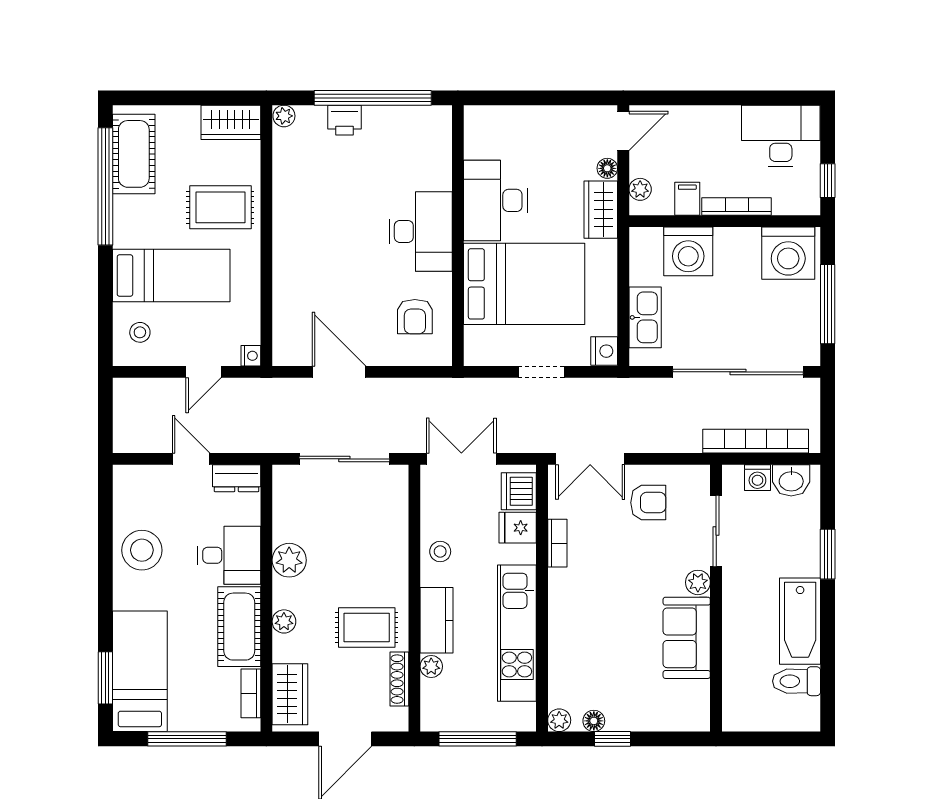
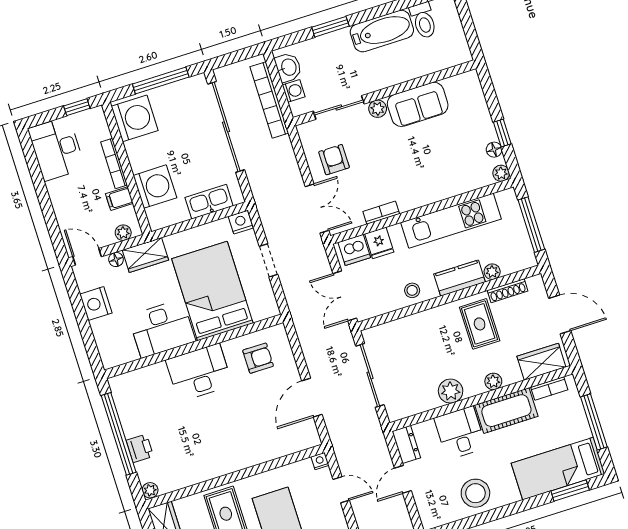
nightstand: (557, 123) -> (96, 304), added

